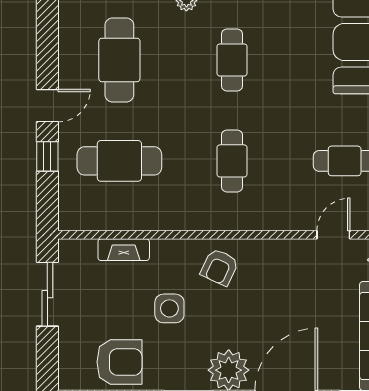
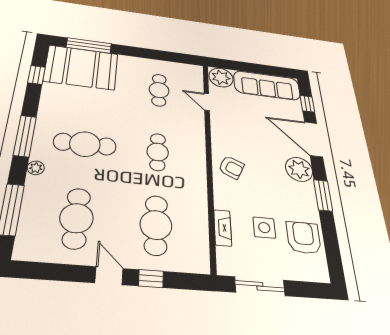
cafe table: (119, 60) -> (77, 218), turned 90
cafe table: (232, 60) -> (85, 144), width x1.37, depth x1.35
cafe table: (232, 161) -> (158, 152), turned 90
side table: (169, 308) -> (264, 228), moved

